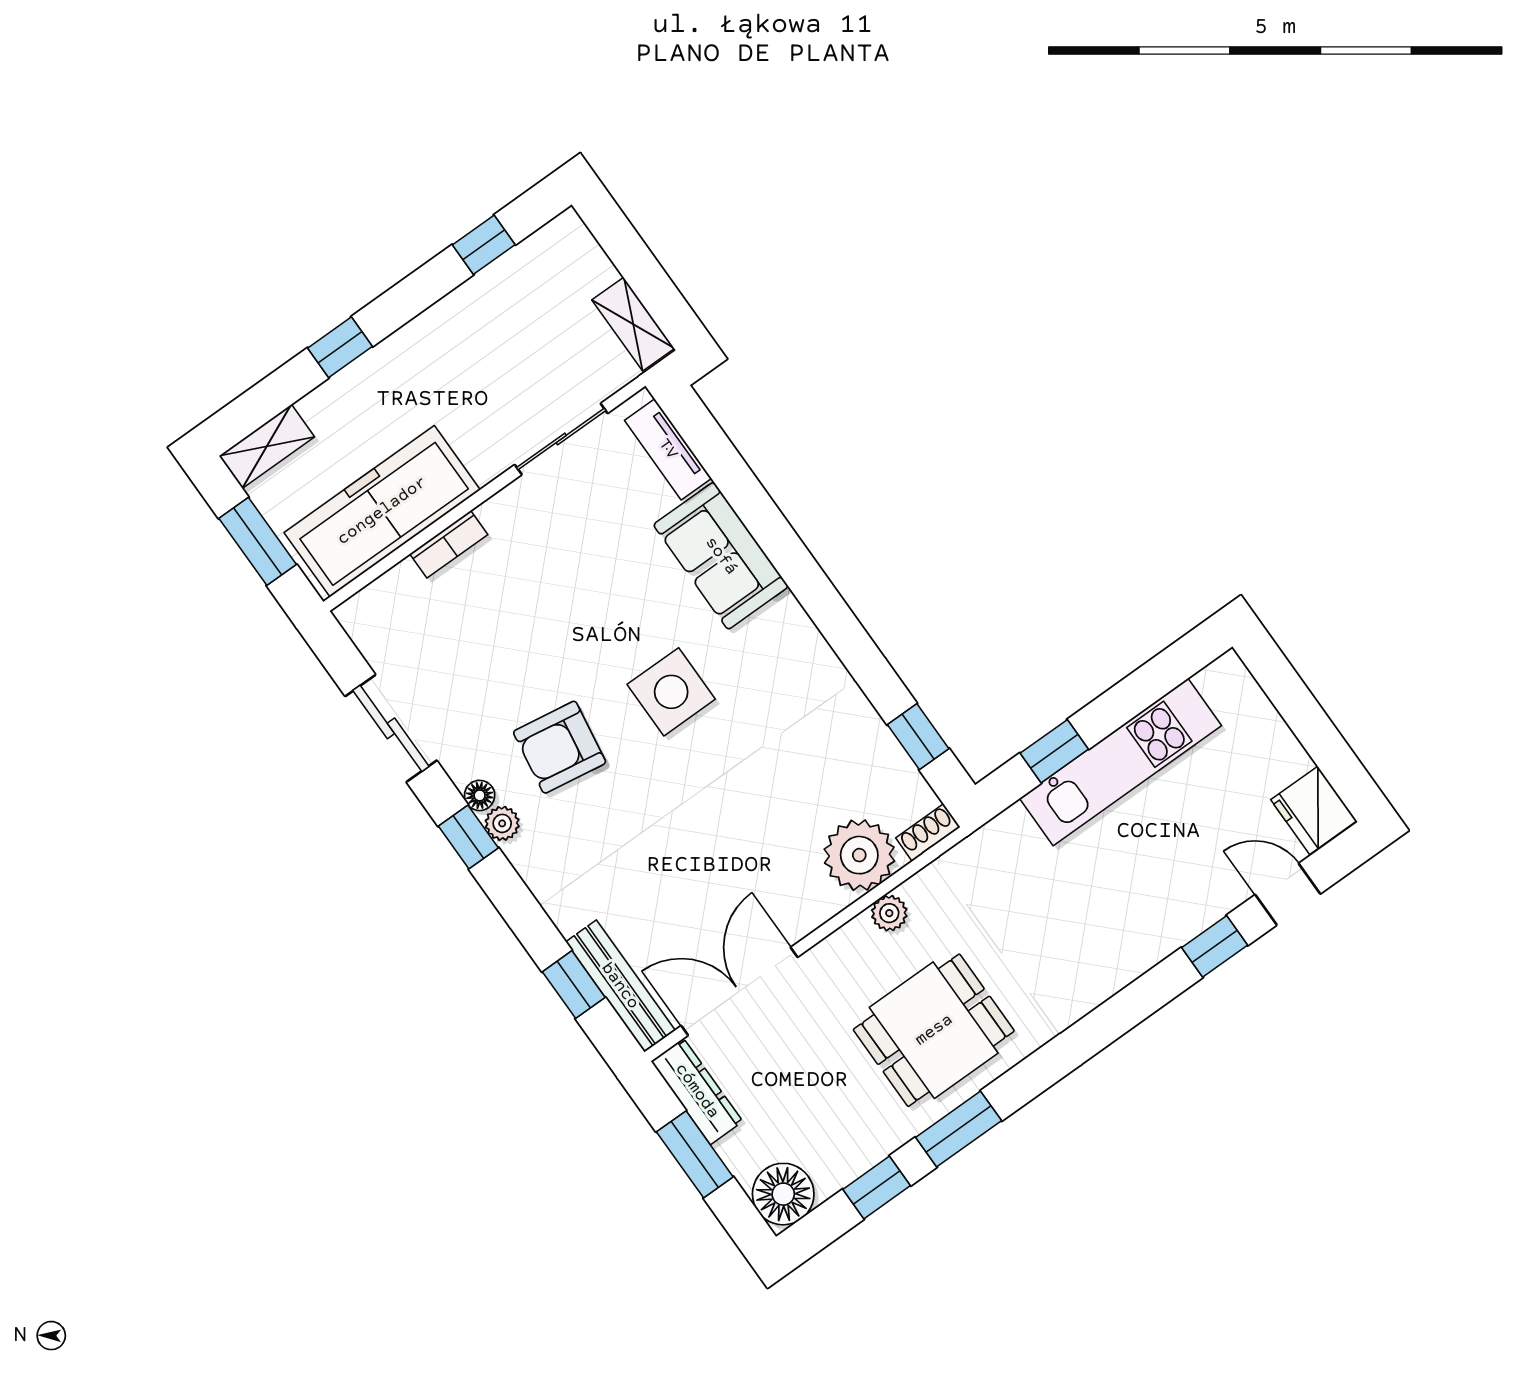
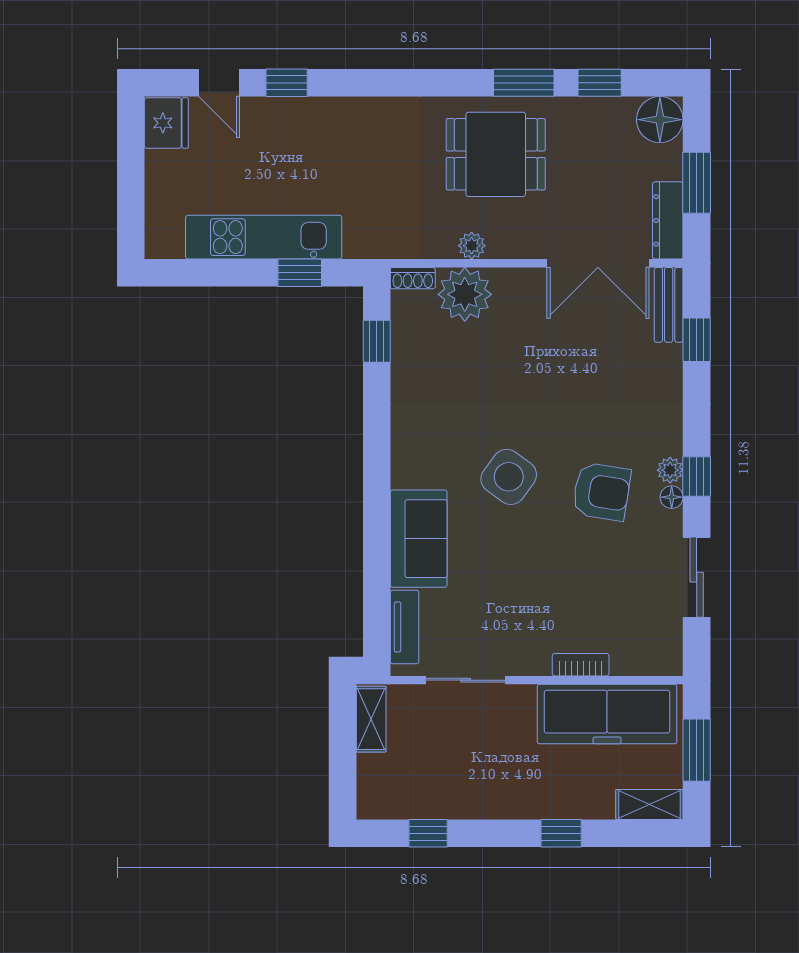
side table: (671, 692) -> (509, 477), turned 36
bench: (620, 986) -> (669, 305), width x0.73

